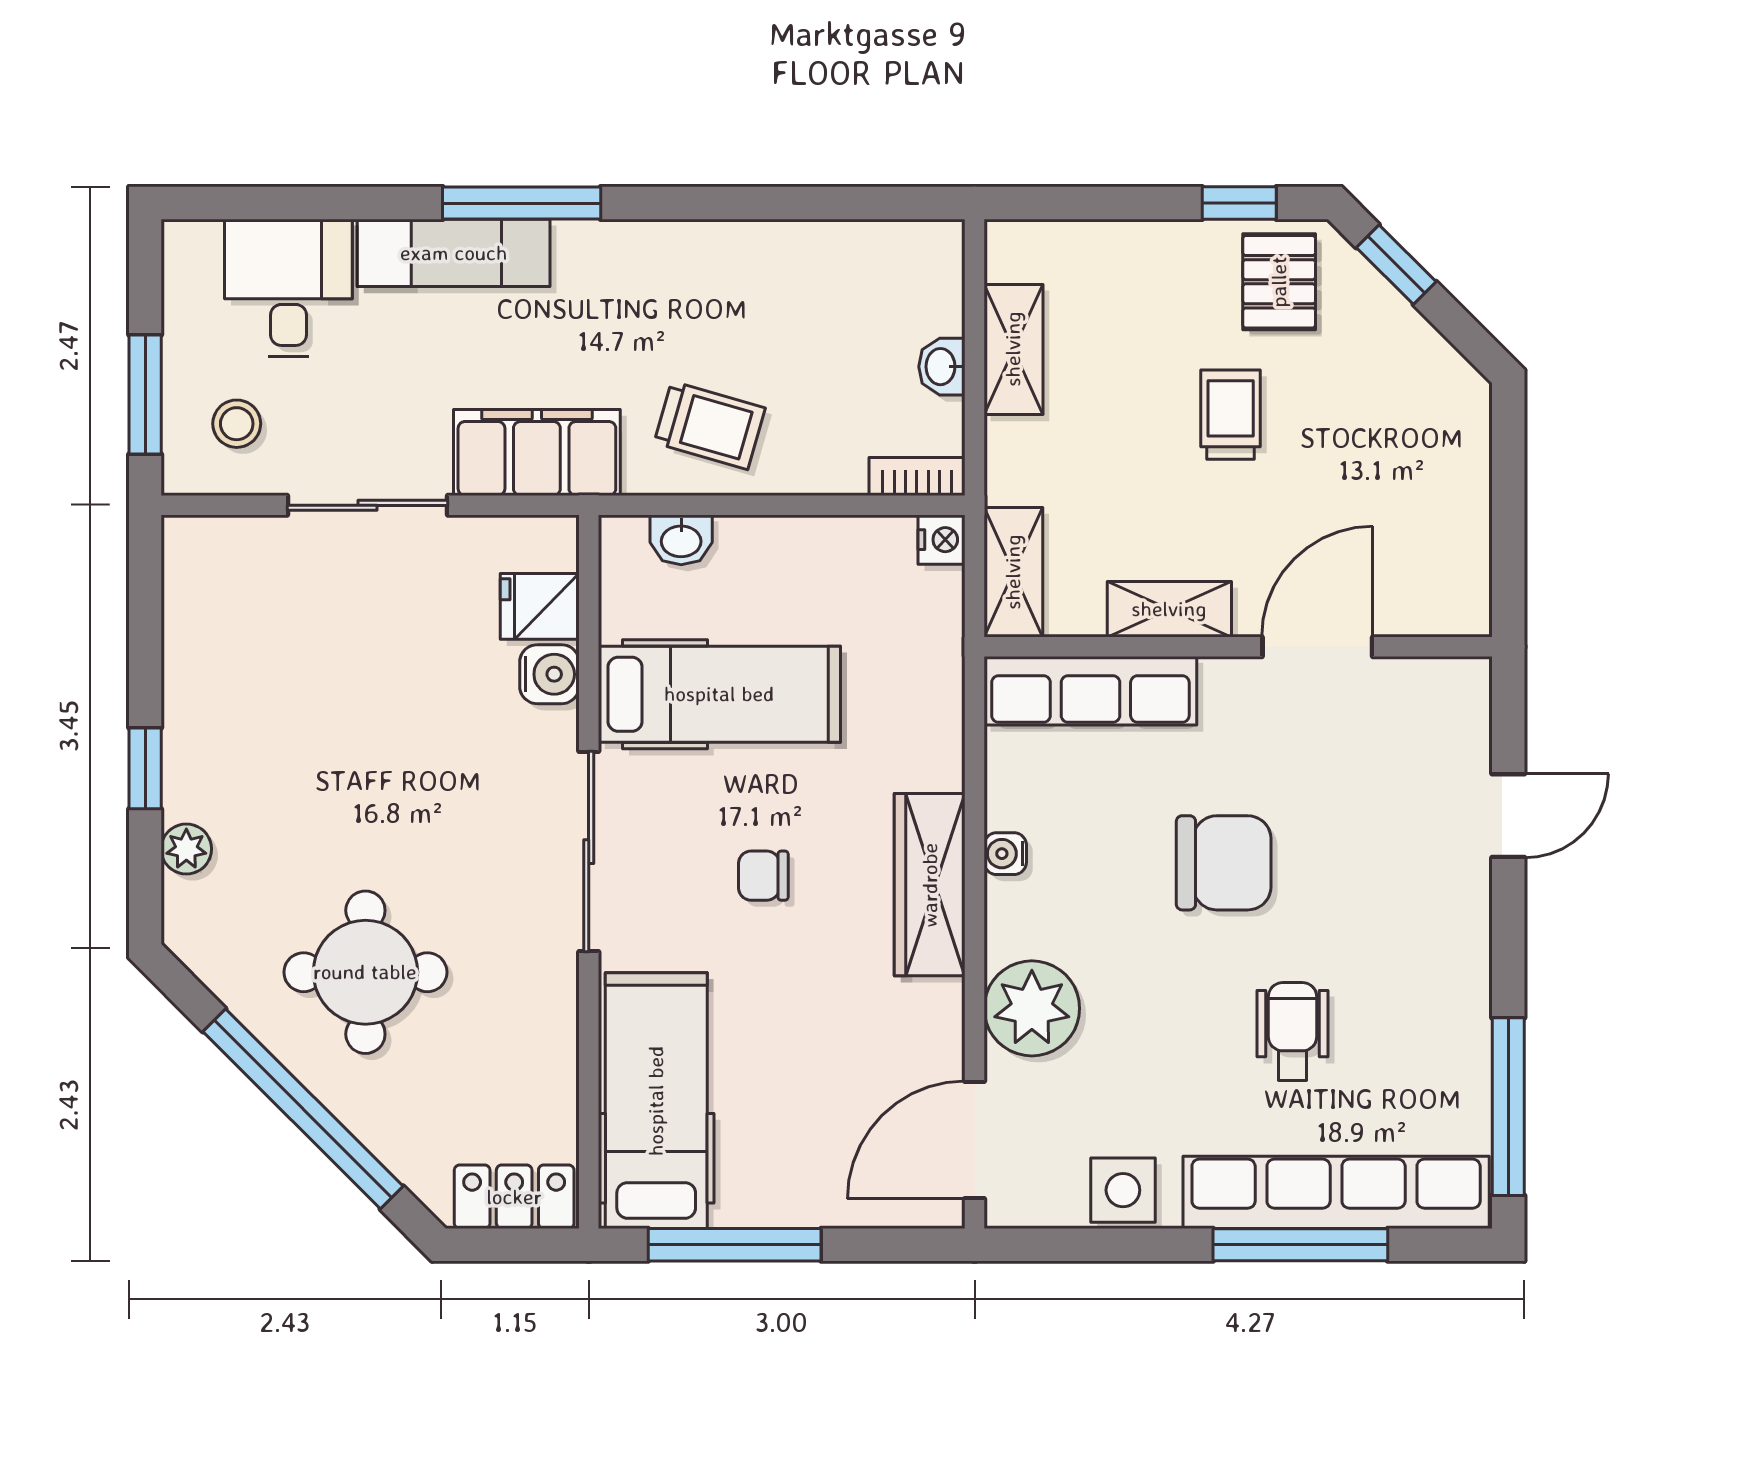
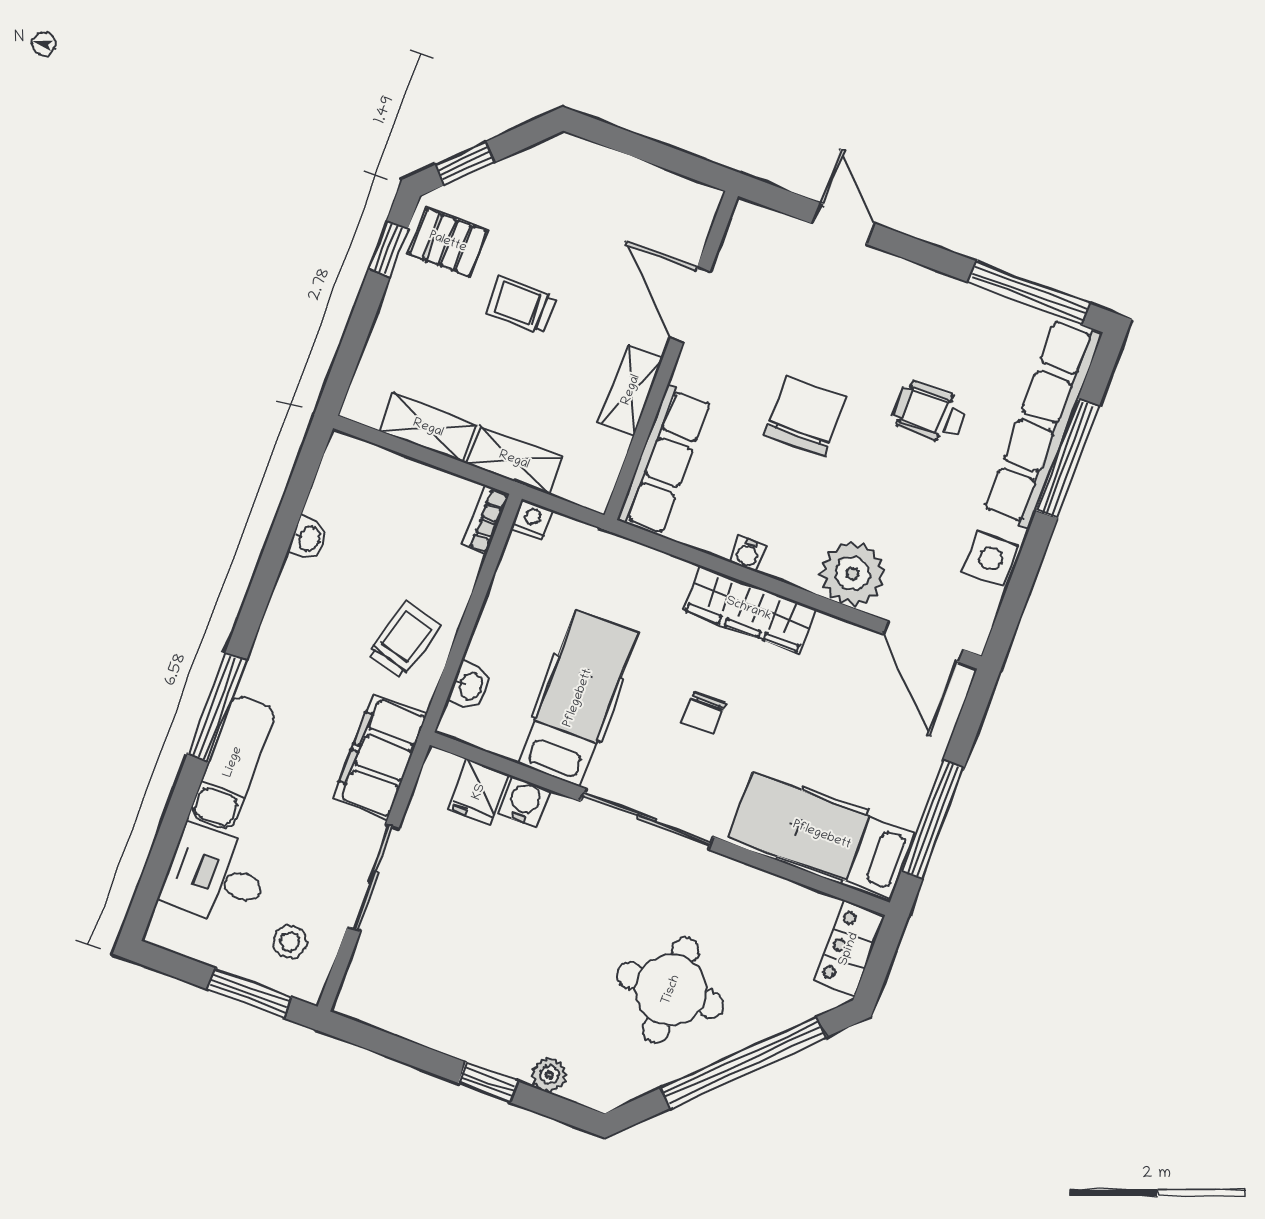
washbasin: (942, 367) -> (308, 539), moved, turned -90
shelving: (1013, 572) -> (514, 460), moved

